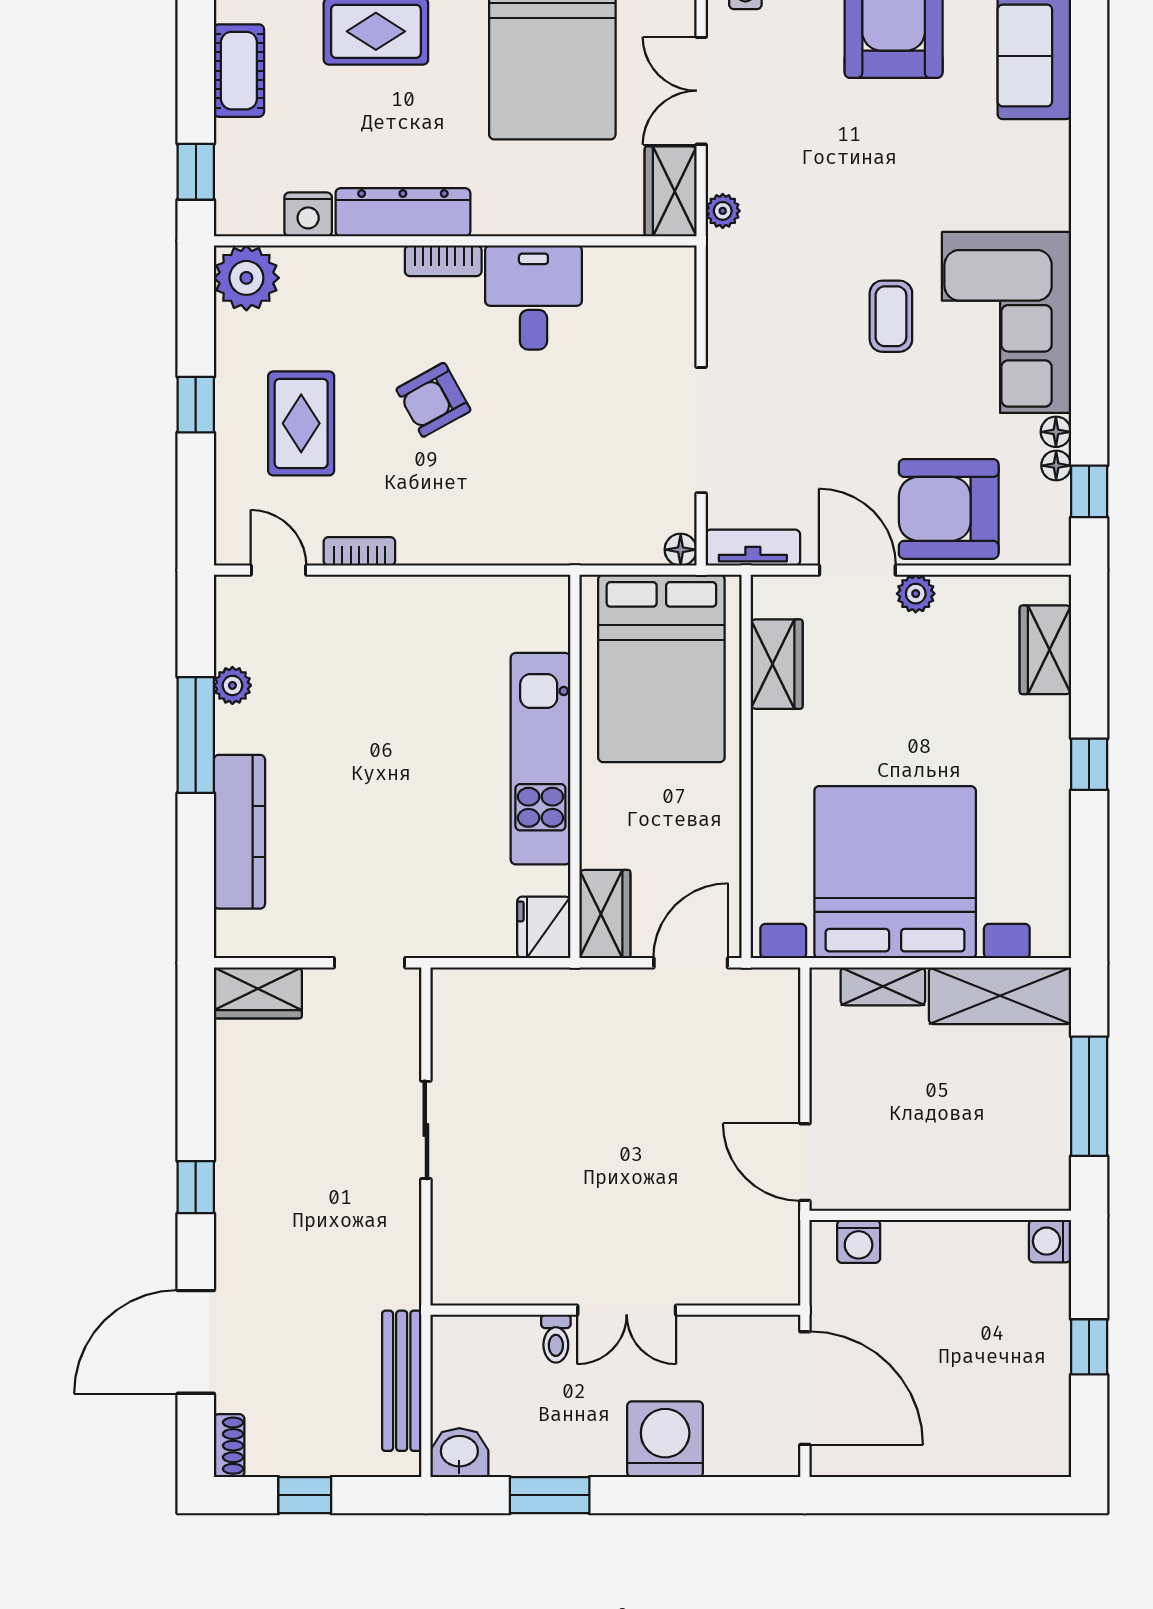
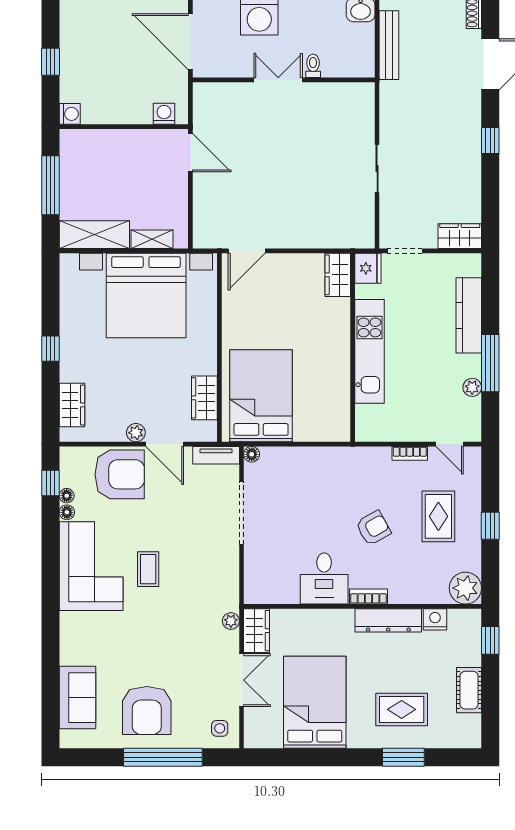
kitchen unit: (540, 759) -> (369, 351), moved
wall: (575, 766) -> (353, 348), moved
wardrobe: (605, 914) -> (338, 275), moved
fridge: (544, 927) -> (368, 268), moved

